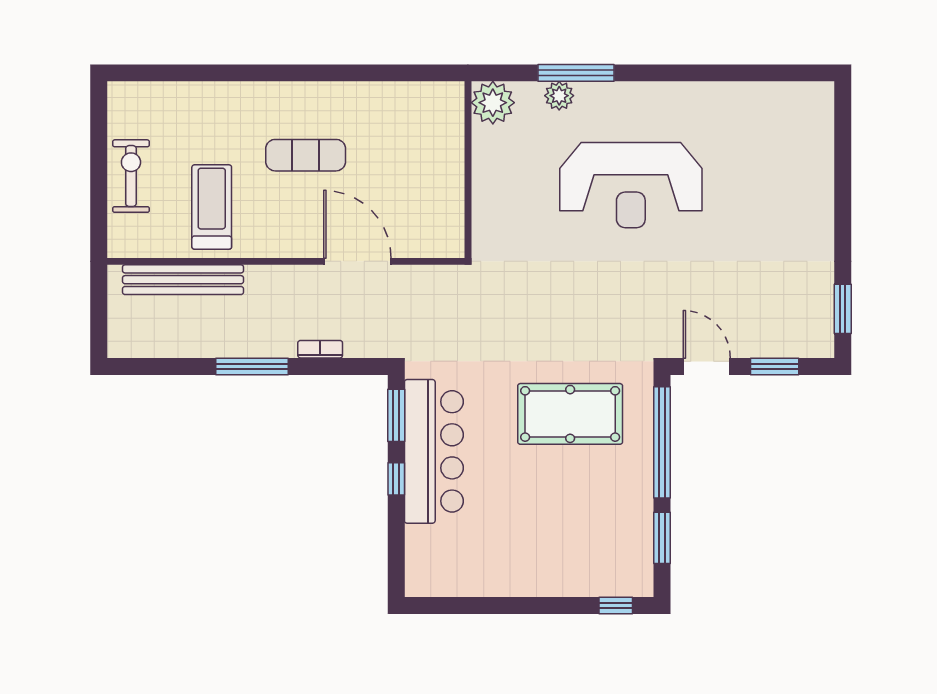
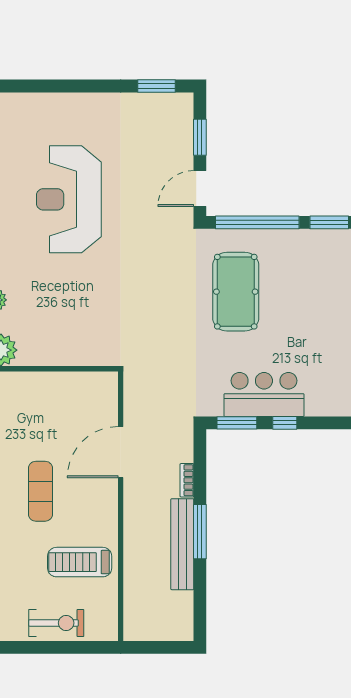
exercise bike: (131, 176) -> (56, 623), turned 180
reception desk: (631, 185) -> (69, 199), moved, turned 180
bench: (183, 280) -> (182, 544), moved
bar counter: (434, 451) -> (264, 394), width x0.73

